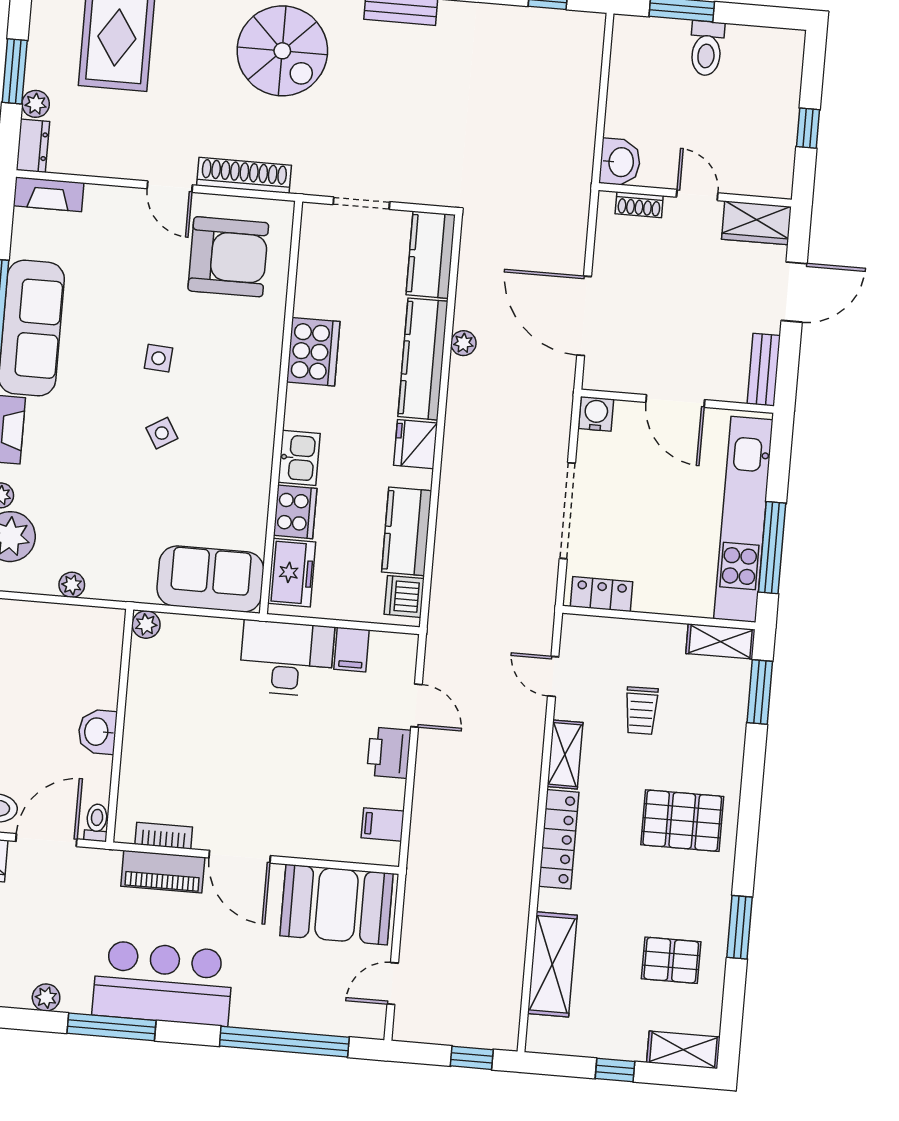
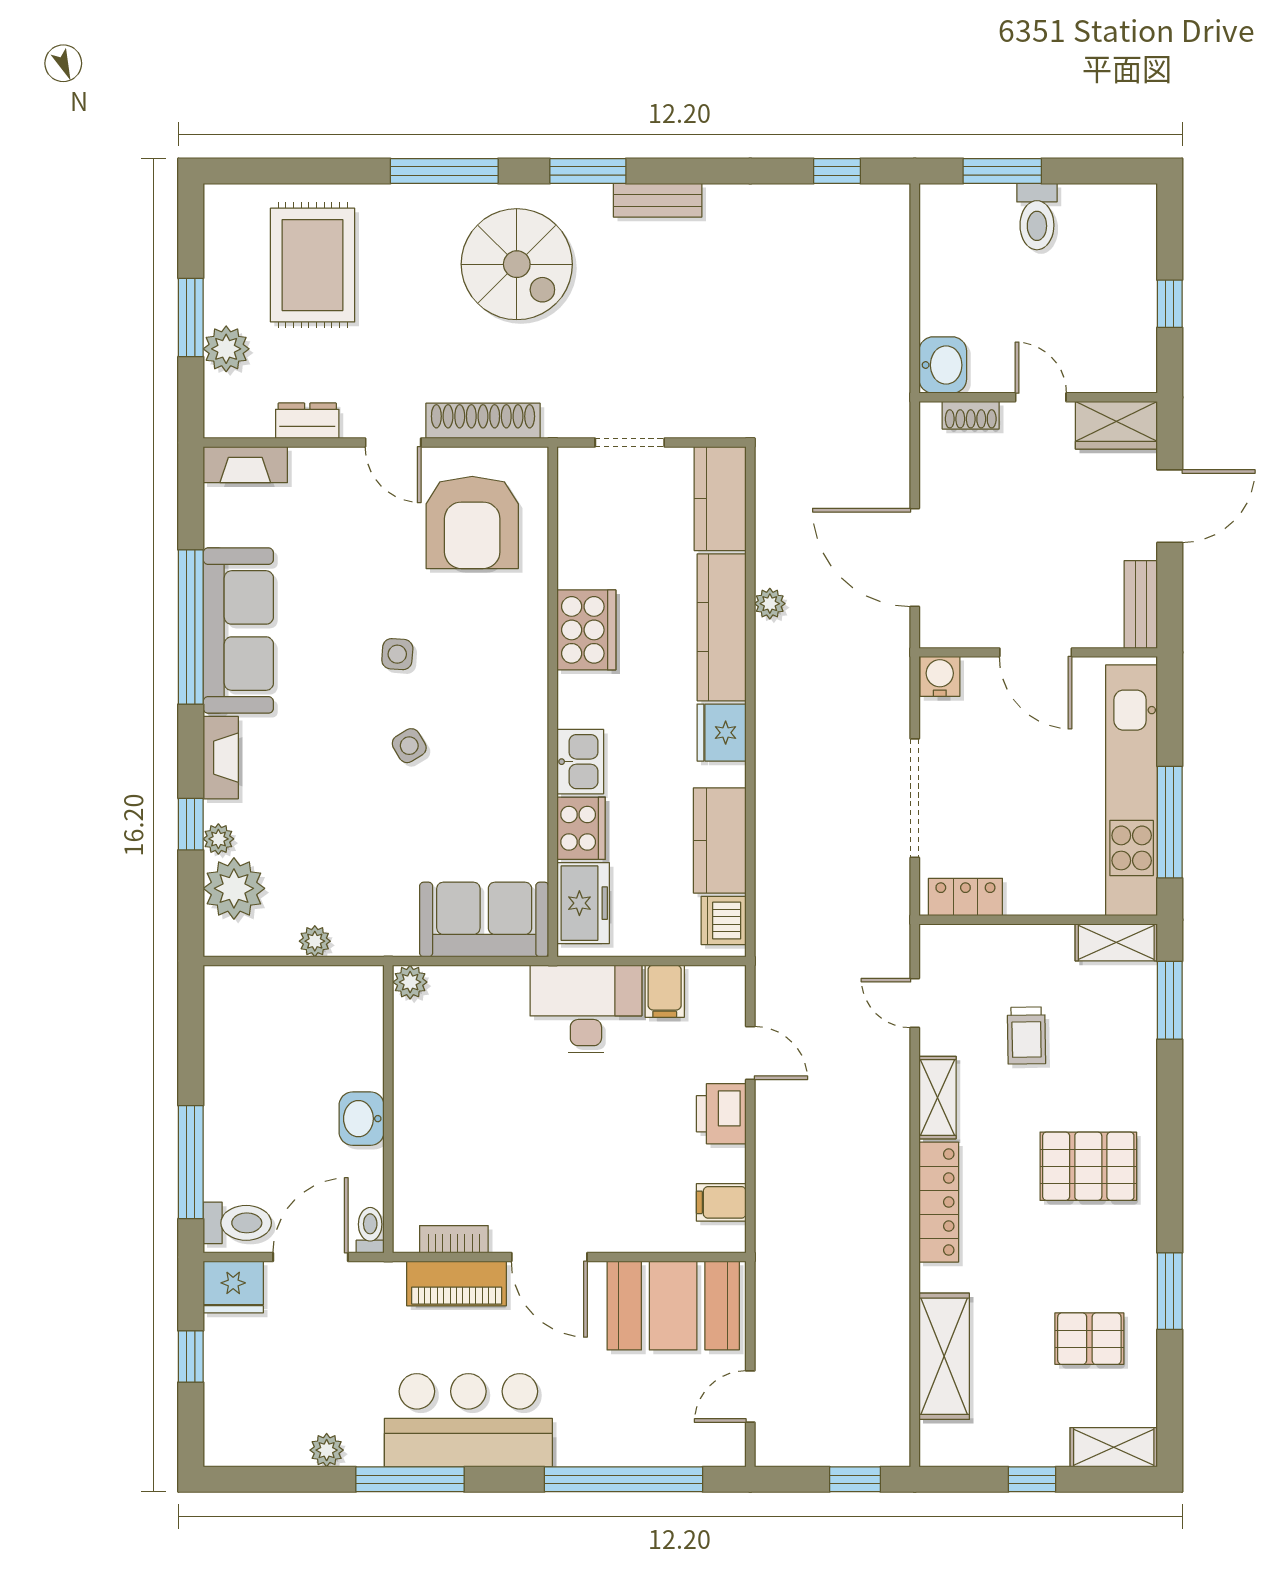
plant: (36, 104) -> (226, 349), width x1.38, depth x1.38
dresser: (33, 146) -> (307, 421), moved, turned -90
armchair: (228, 257) -> (472, 522), turned 90

